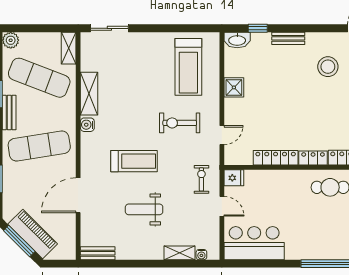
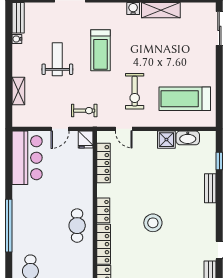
washbasin: (237, 40) -> (188, 138), moved, turned -90
stool: (328, 67) -> (153, 223), moved
exercise bike: (180, 123) -> (135, 91), turned 180
locker: (276, 158) -> (104, 163), moved
water cooler: (201, 255) -> (17, 39), moved

